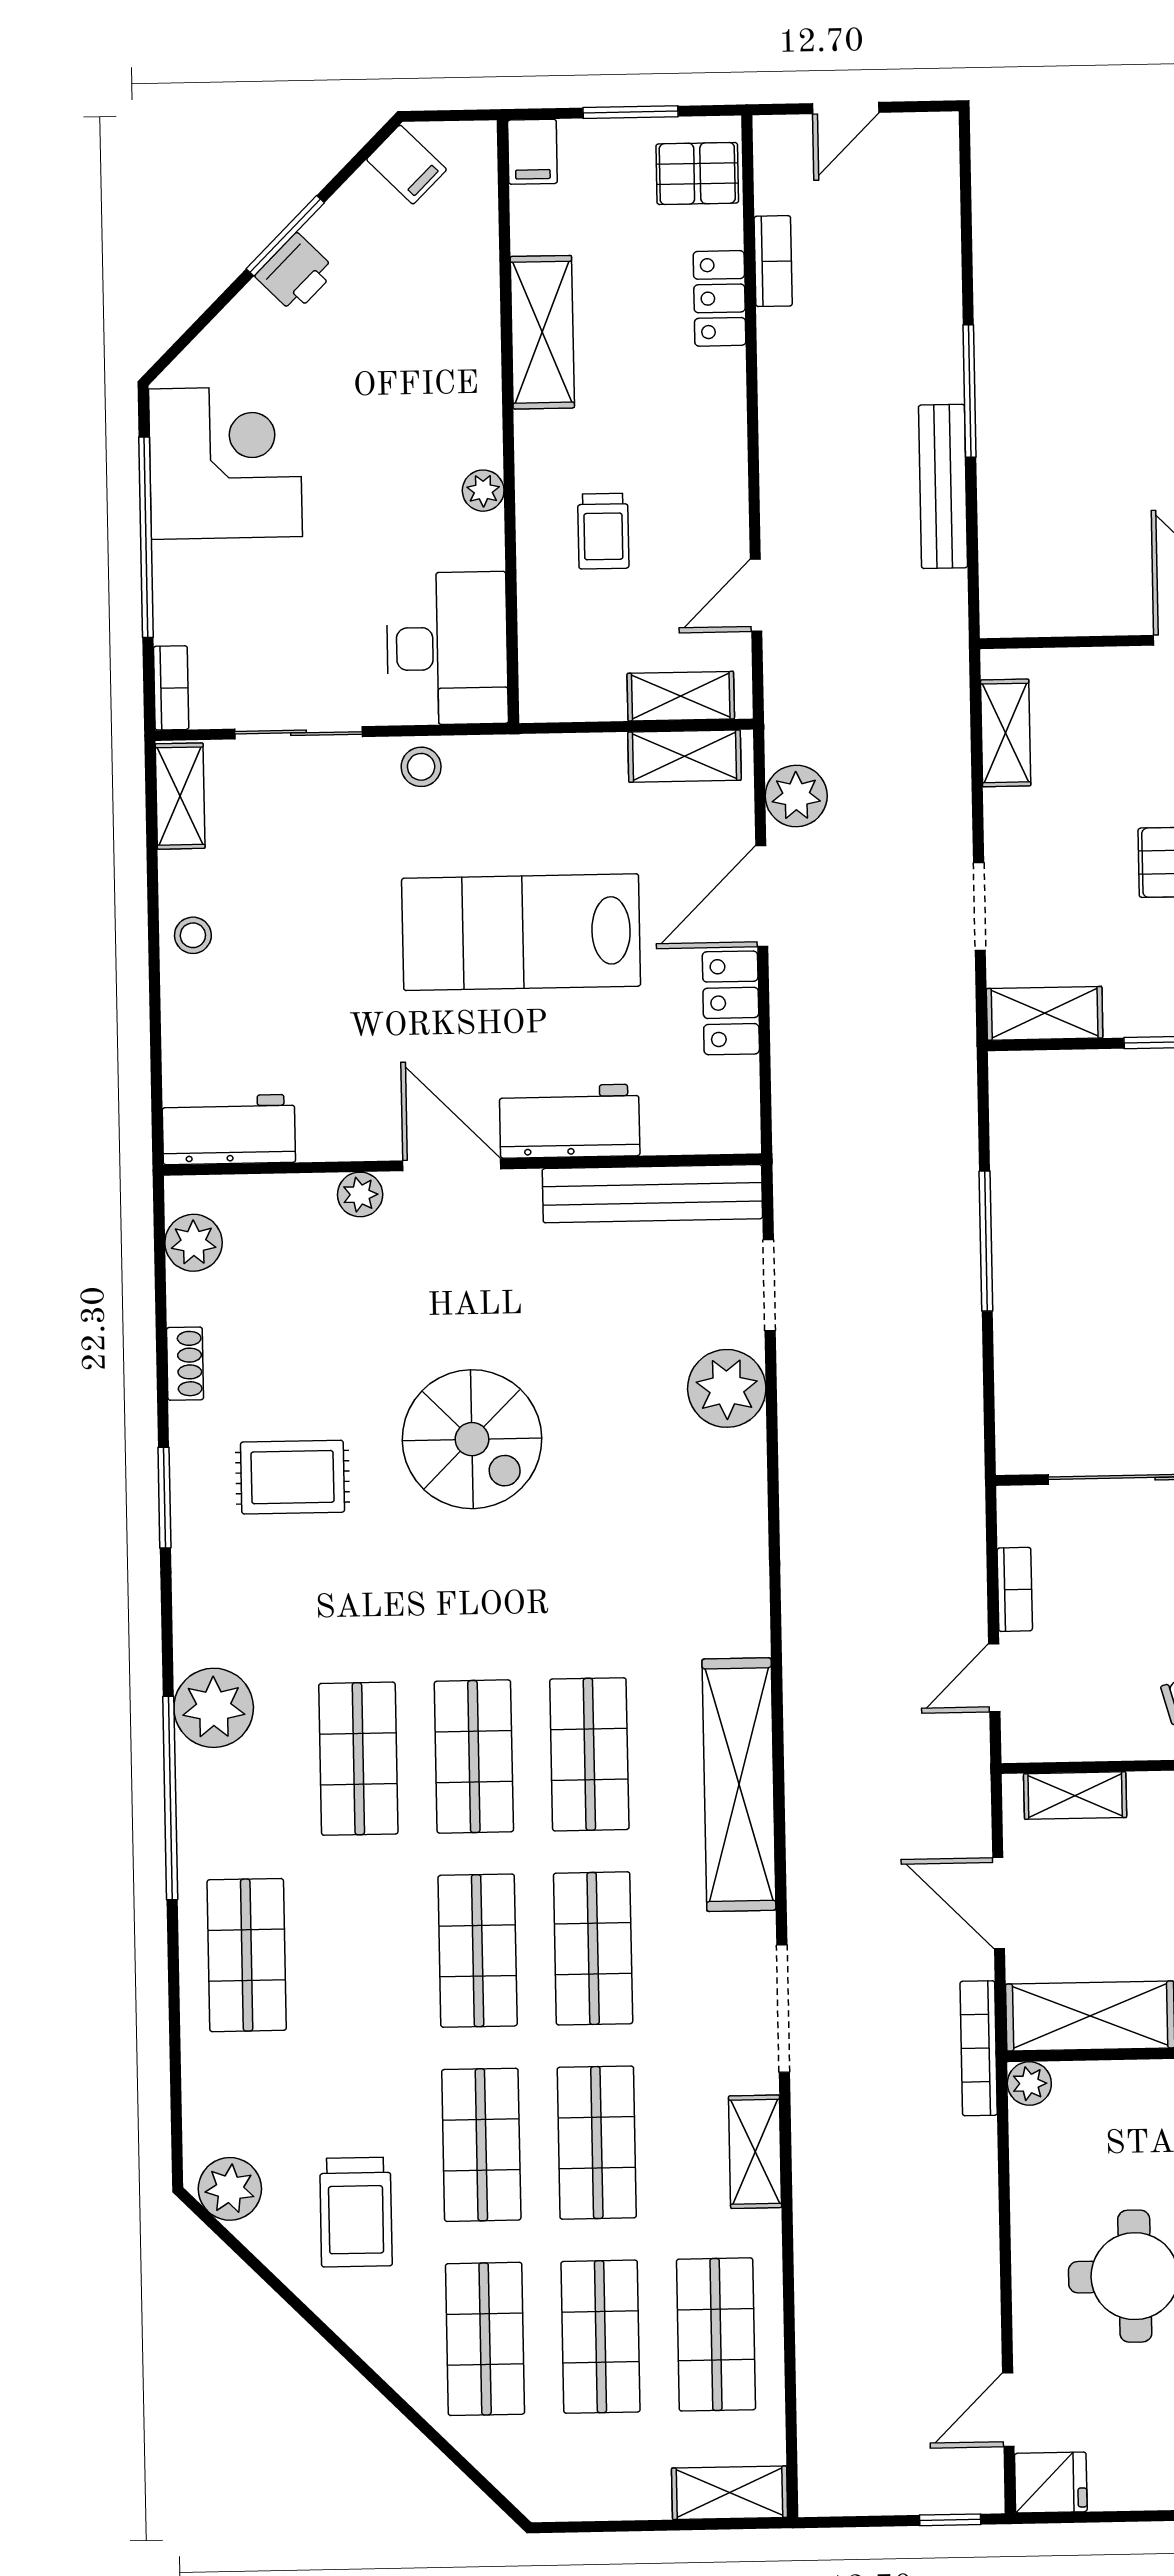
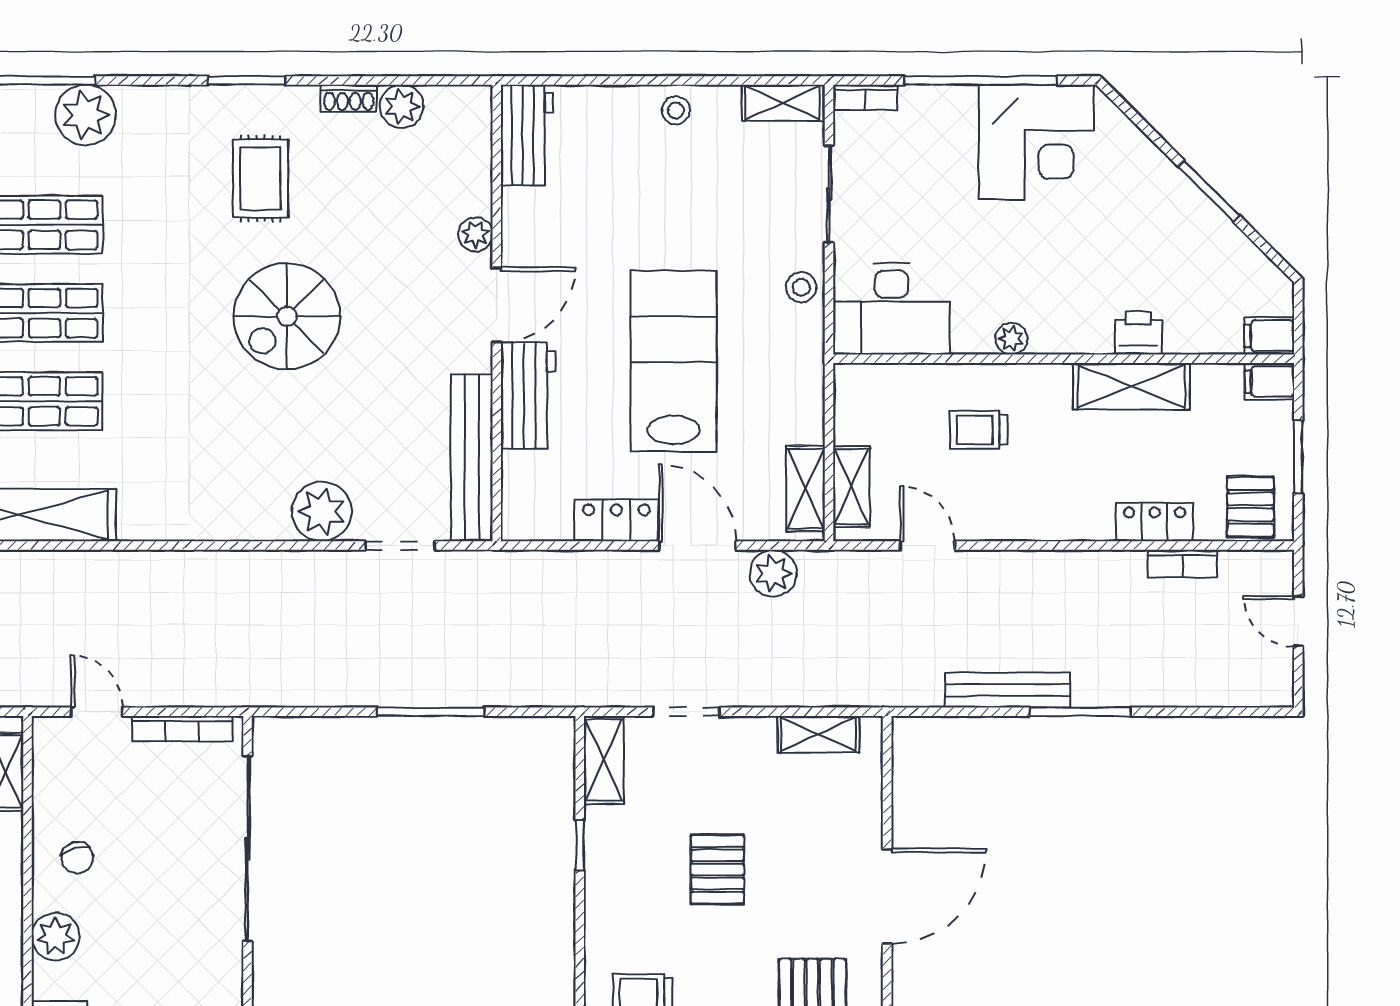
filing cabinet: (407, 165) -> (1269, 336), moved, turned 45
printer: (296, 273) -> (1138, 333), moved, turned 135
plant: (194, 1243) -> (402, 106), moved
bookcase: (1015, 1589) -> (182, 729), width x1.56

